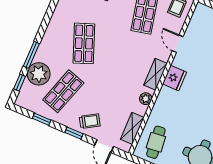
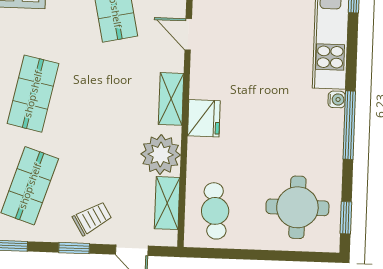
shop shelf: (84, 43) -> (33, 94), turned 33
fridge: (174, 78) -> (204, 118), moved
plant: (146, 99) -> (161, 155), width x1.87, depth x1.87

